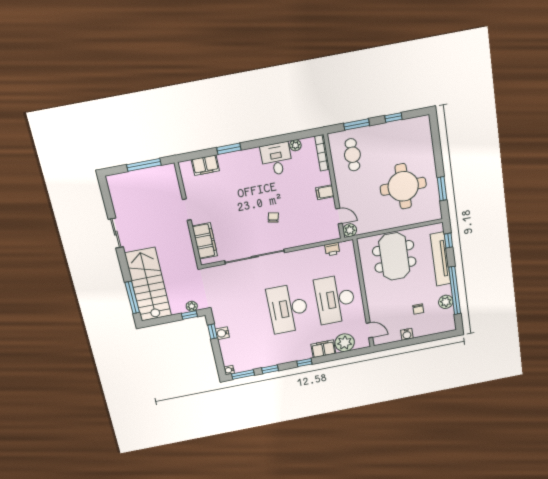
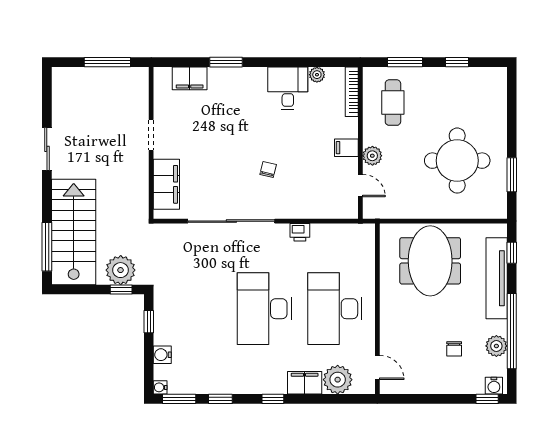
plant: (350, 230) -> (372, 156), moved
printer: (332, 249) -> (300, 232), moved
plant: (192, 306) -> (121, 270), width x1.87, depth x1.87
water cooler: (222, 333) -> (162, 355), moved
water cooler: (407, 334) -> (494, 386), moved
window: (444, 335) -> (487, 399), added

